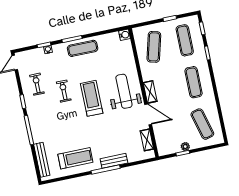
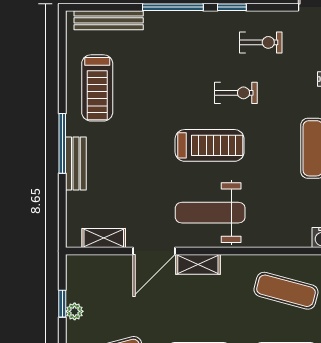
weight bench: (124, 91) -> (210, 213), turned 180

